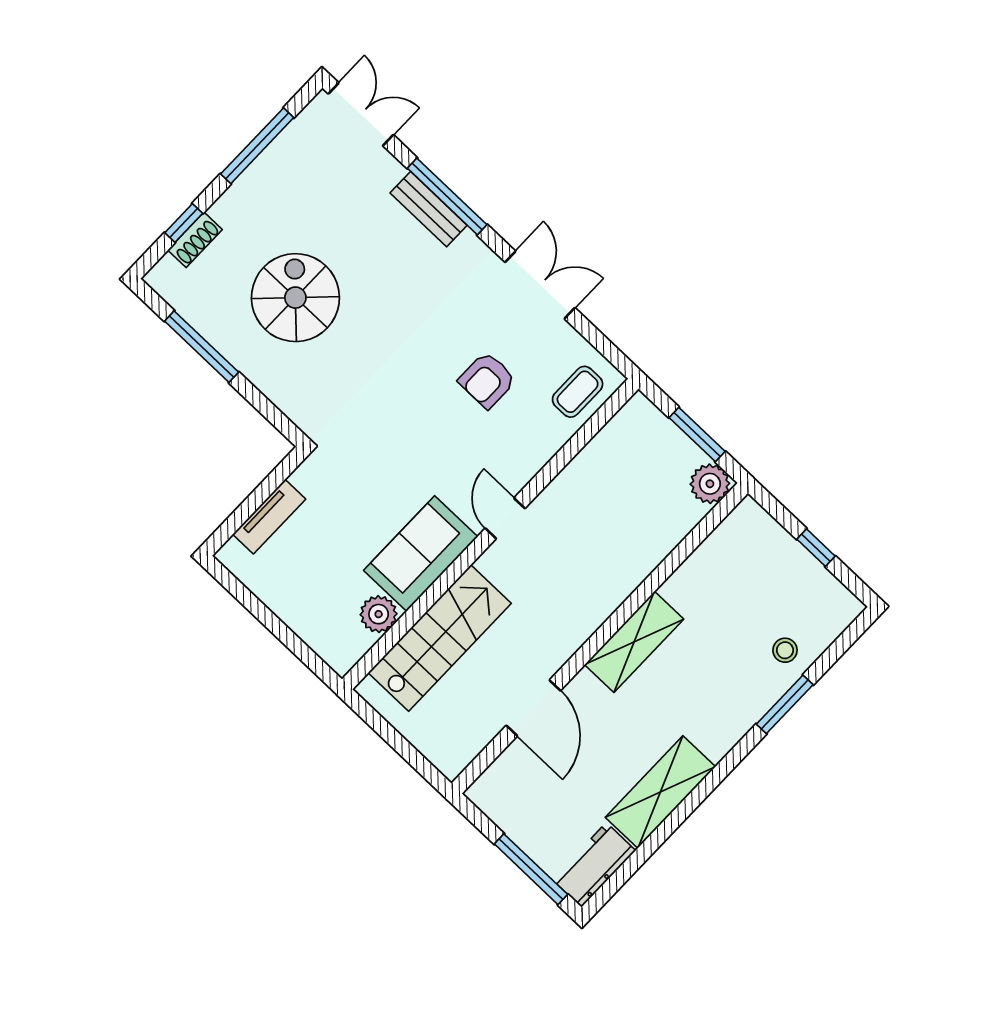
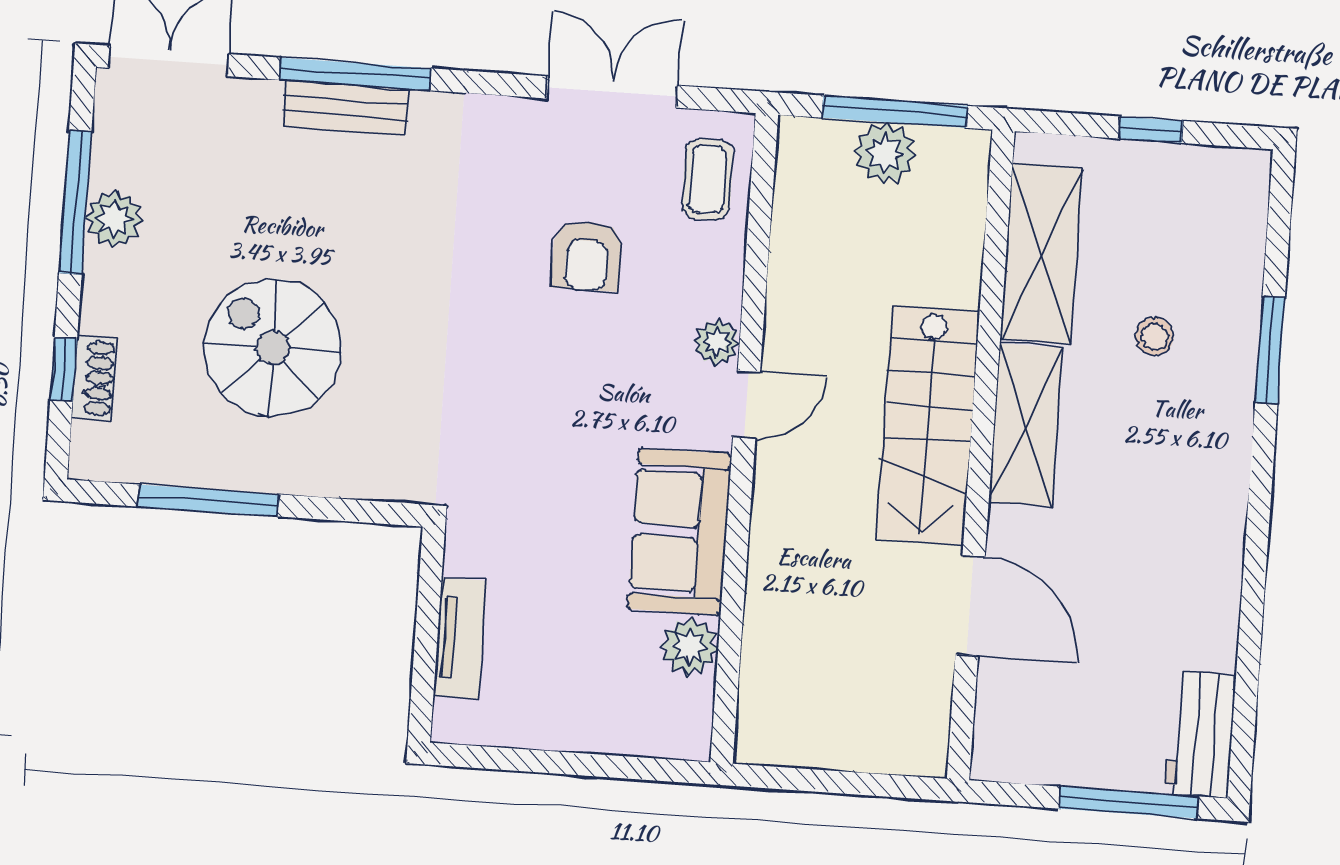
plant: (270, 170) -> (114, 219), added
double door: (540, 285) -> (612, 92), moved
window: (697, 434) -> (895, 112), width x1.44
plant: (516, 475) -> (717, 342), added
plant: (710, 484) -> (885, 153), moved
door: (505, 518) -> (747, 405), swing flipped
stairs: (440, 638) -> (928, 425), moved, turned 180
stool: (785, 650) -> (1155, 336), moved
shelving: (660, 792) -> (1041, 253), moved

